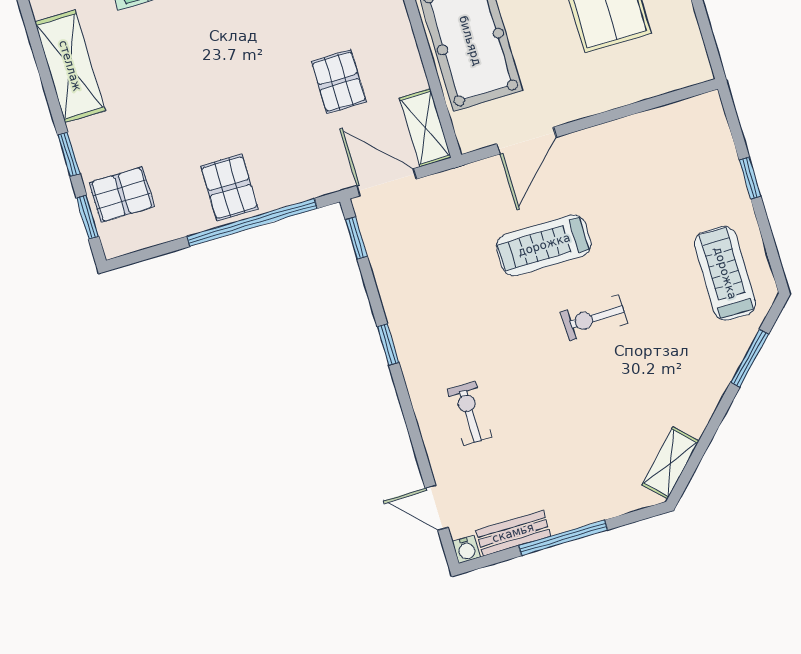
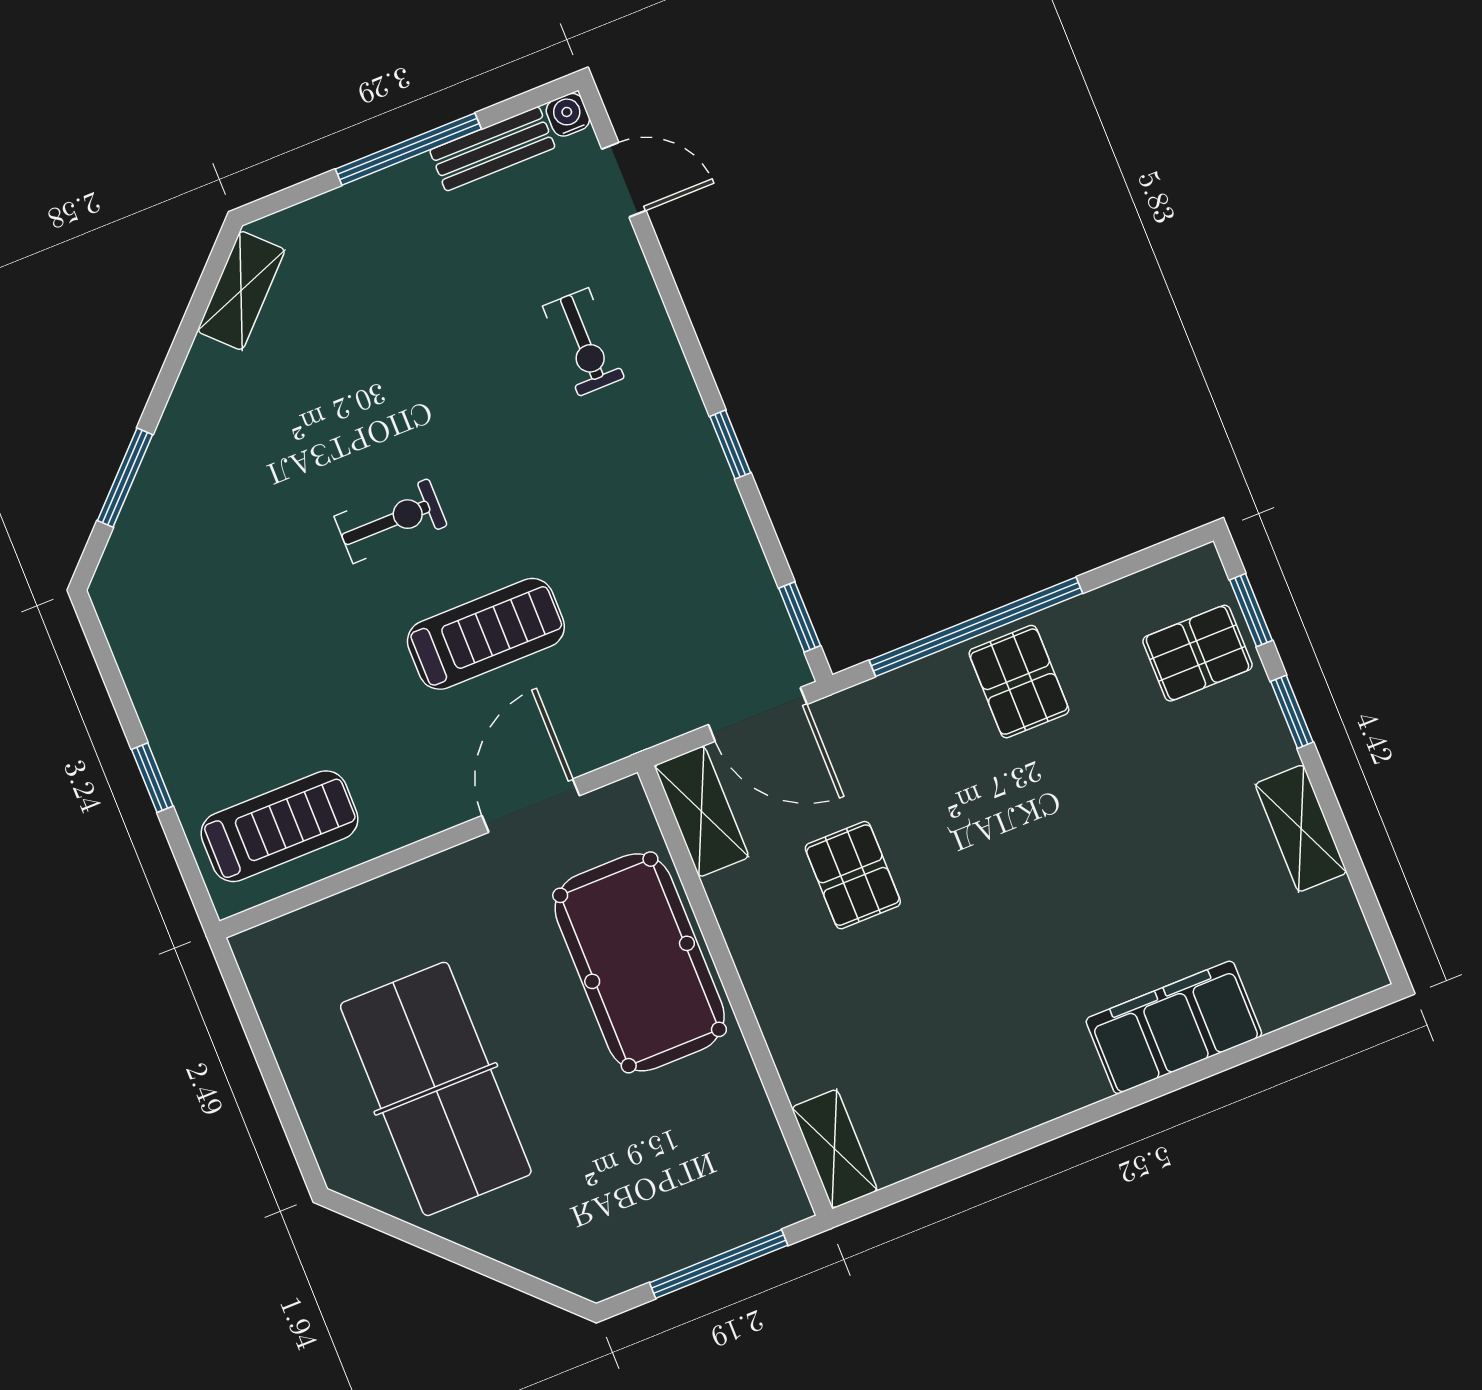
shelving: (70, 66) -> (1301, 828), width x0.67, depth x0.75
treadmill: (725, 273) -> (280, 826), moved, turned -90

